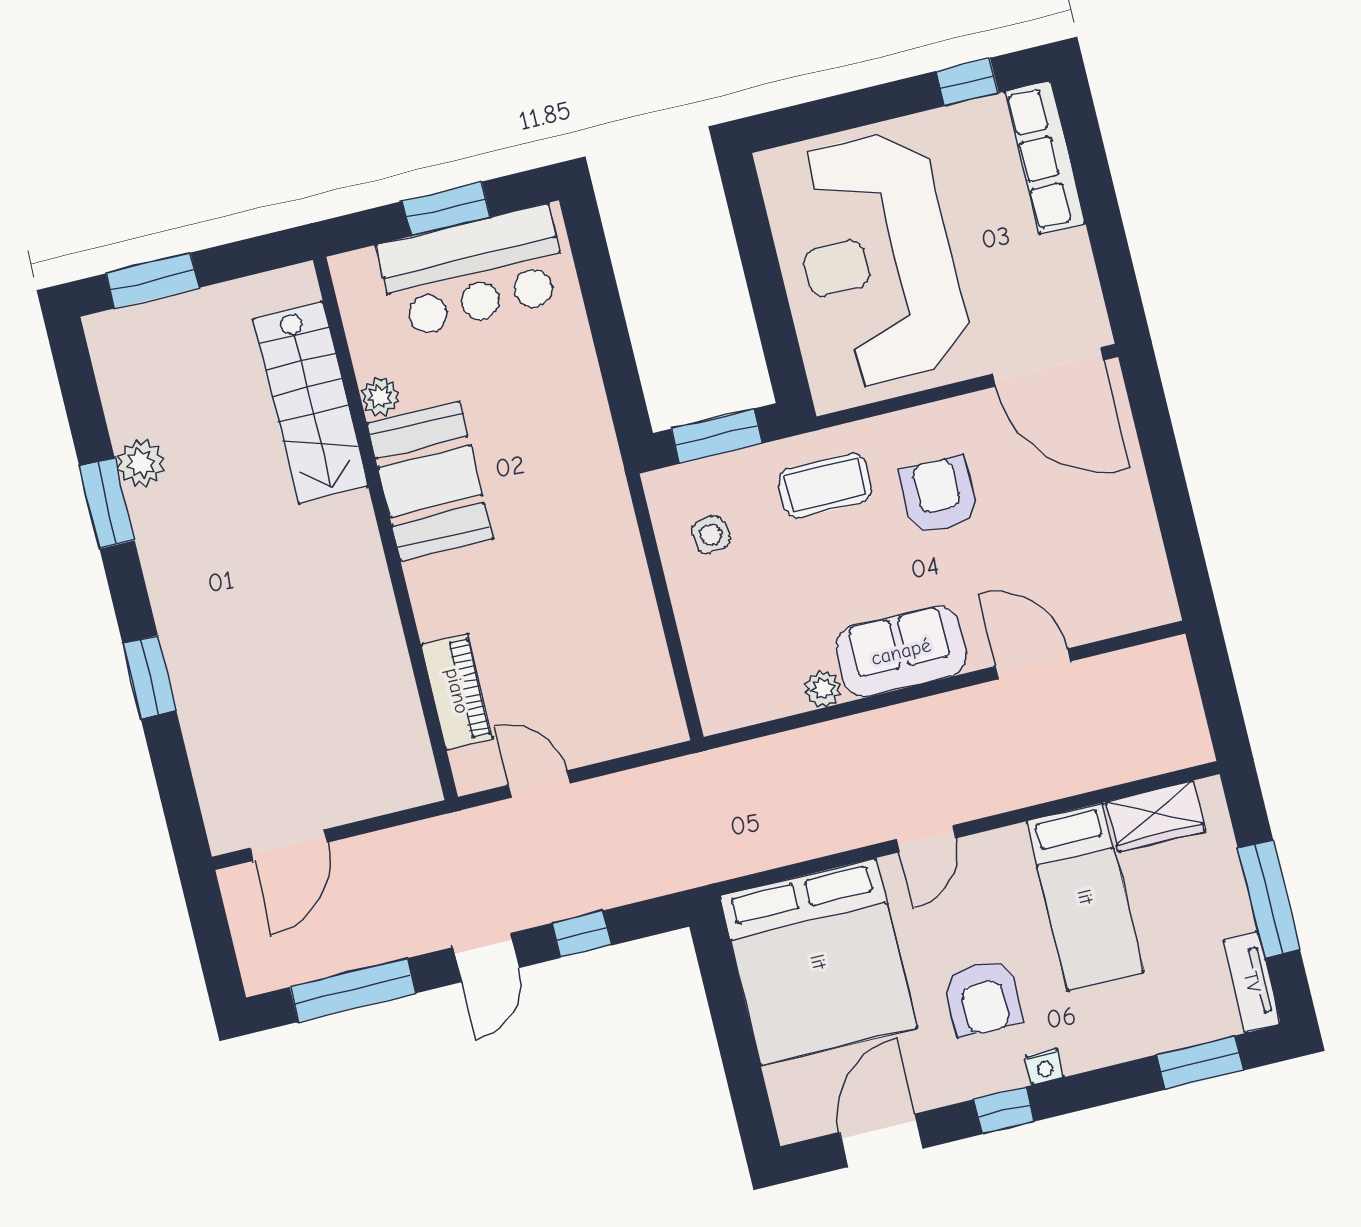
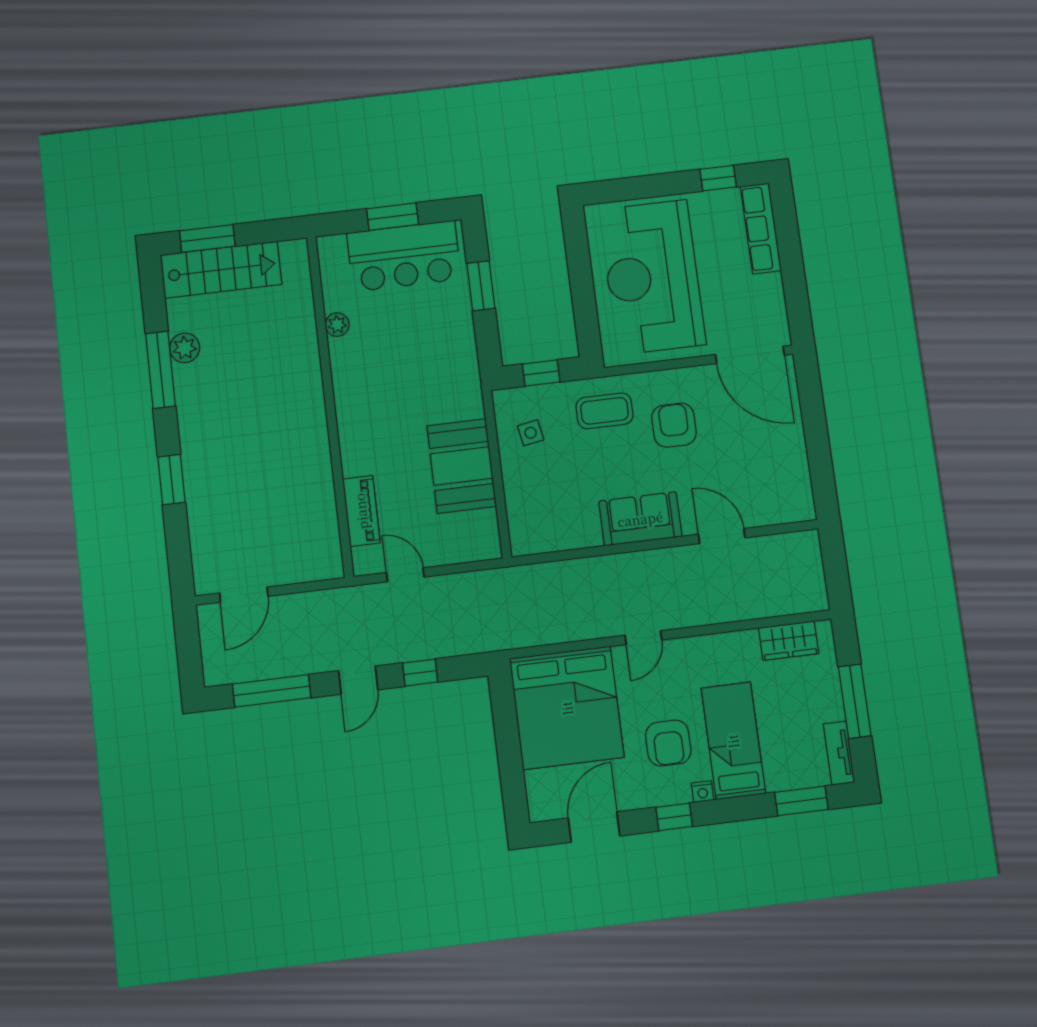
window: (603, 306) -> (481, 286), added
stairs: (311, 402) -> (221, 270), moved, turned -90
window: (717, 436) -> (541, 373), width x0.67
booth: (430, 481) -> (462, 466), moved
window: (107, 503) -> (160, 370), width x1.44
plant: (823, 689) -> (589, 536), removed
bed: (1085, 897) -> (733, 741), moved, turned 180

